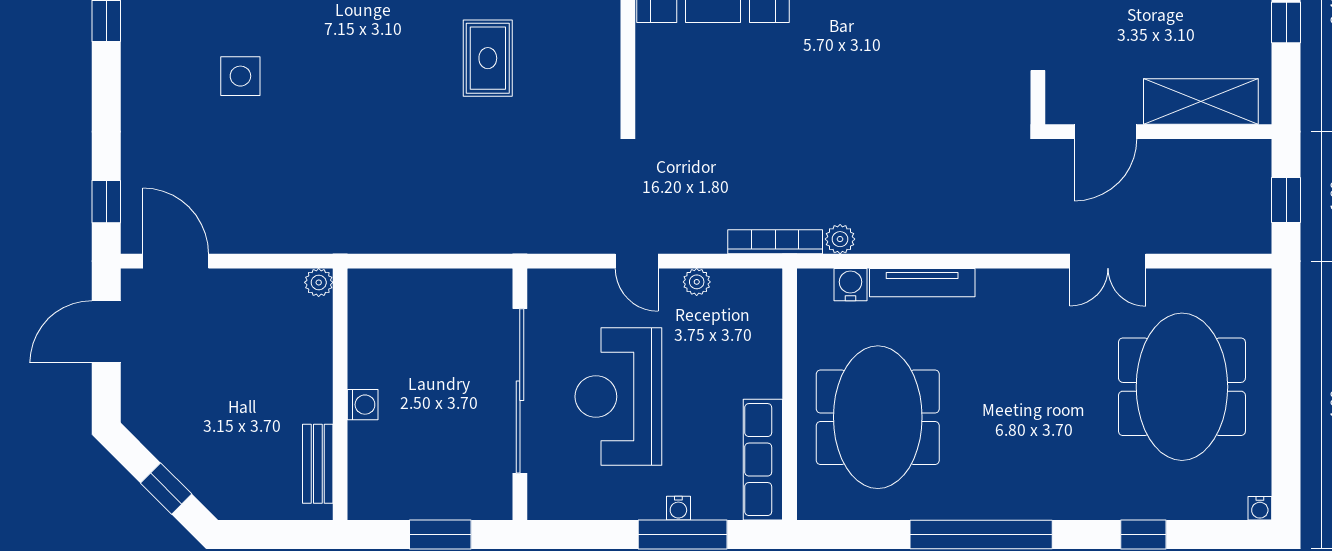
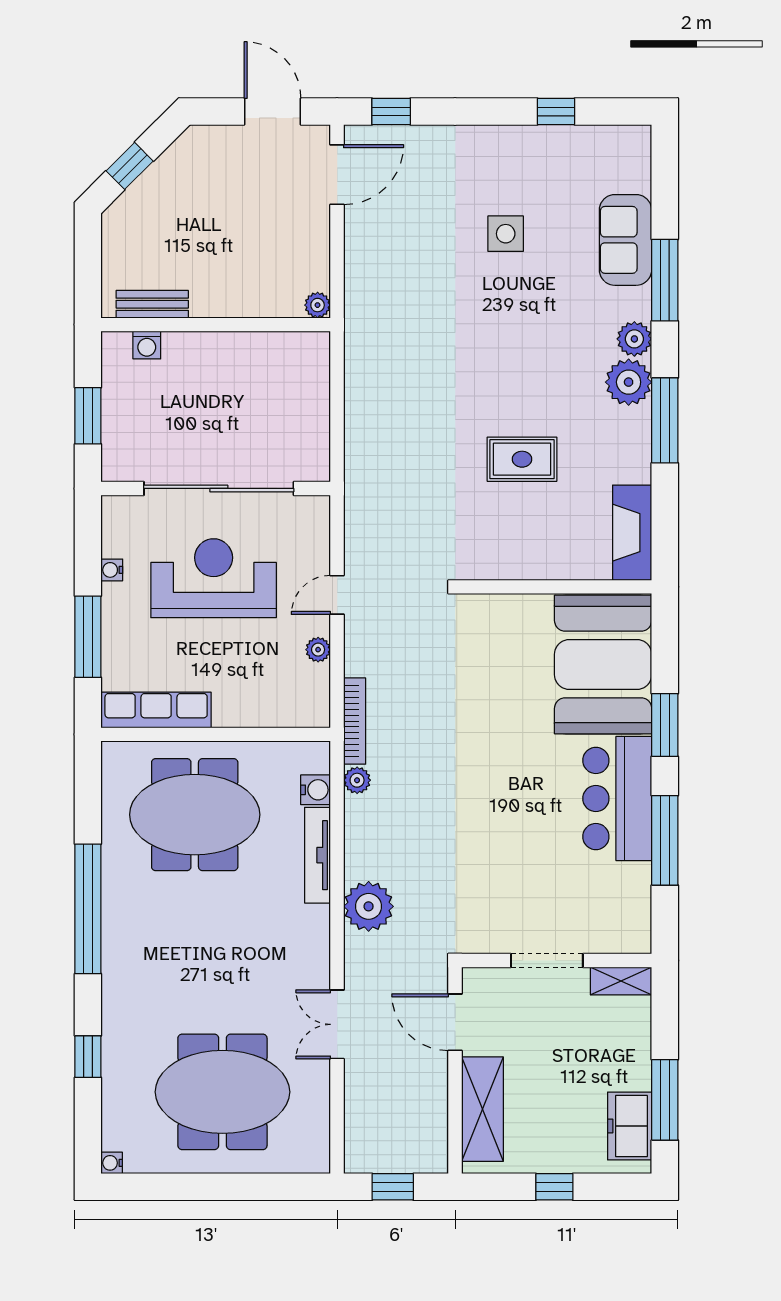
plant: (978, 227) -> (369, 906), added
washing machine: (363, 405) -> (147, 345), moved
water cooler: (678, 508) -> (112, 570), moved

